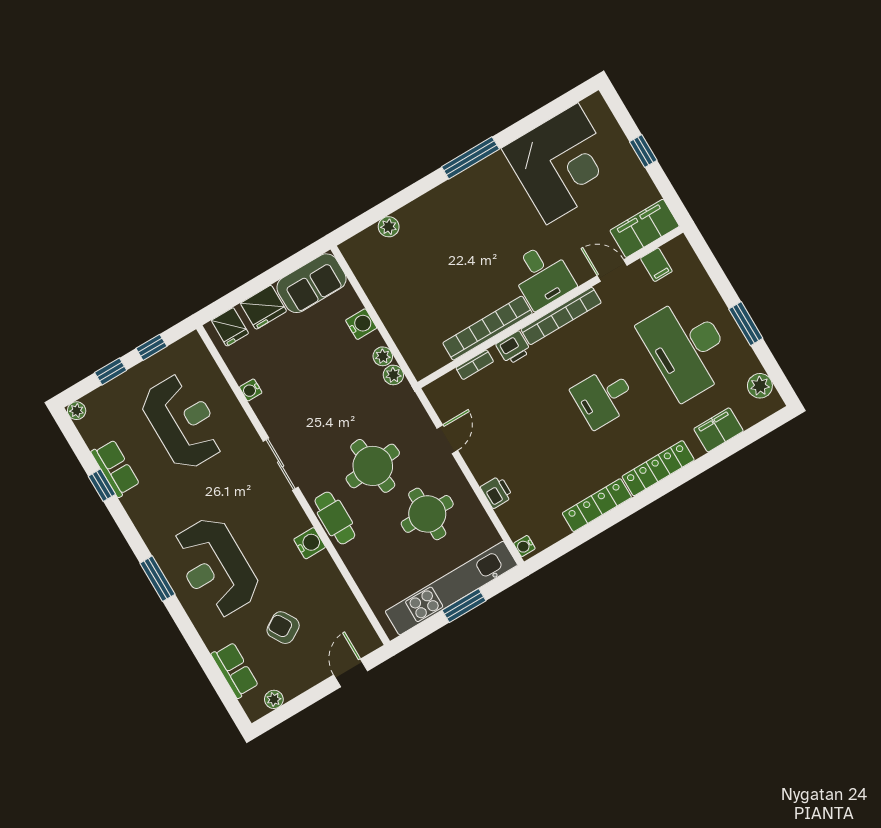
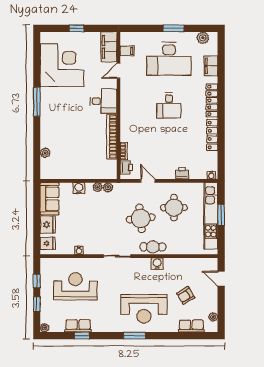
bookcase: (561, 316) -> (125, 103), removed
printer: (513, 348) -> (126, 167), moved

